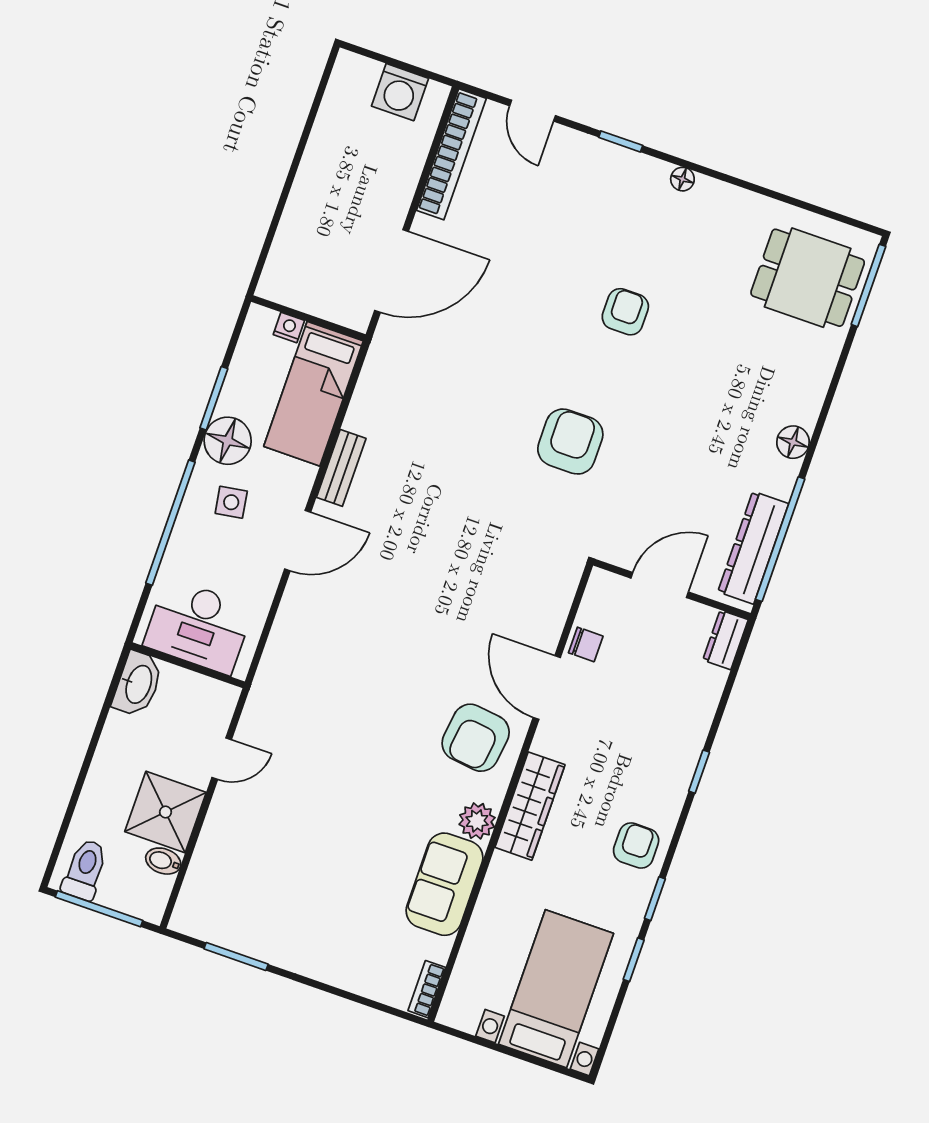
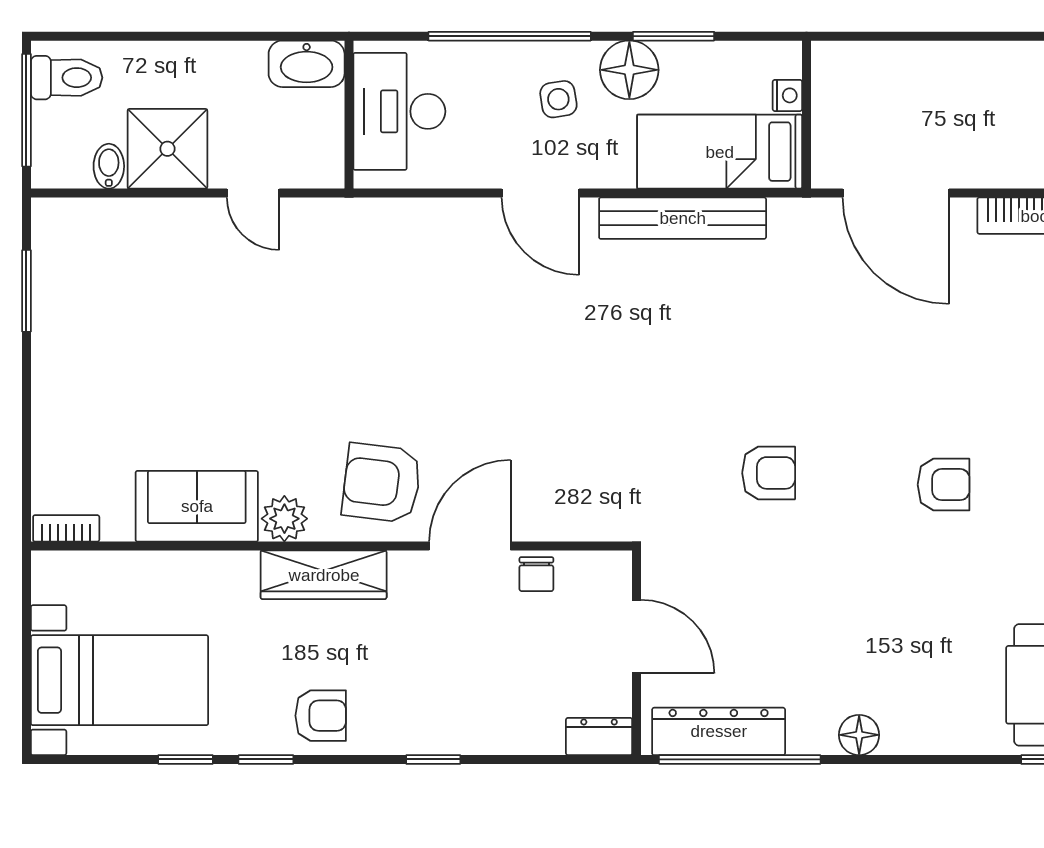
armchair: (570, 442) -> (769, 473), width x0.72, depth x0.72
bench: (341, 468) -> (683, 218), width x1.86, depth x1.21

